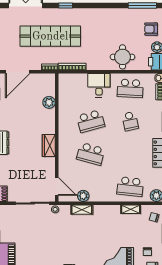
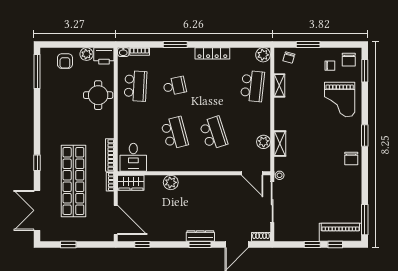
desk: (99, 85) -> (133, 157), moved, turned -90
plant: (49, 102) -> (171, 182), moved
wardrobe: (49, 146) -> (131, 183), moved
school desk: (91, 154) -> (213, 133), turned -33
door: (57, 186) -> (252, 173), swing flipped

